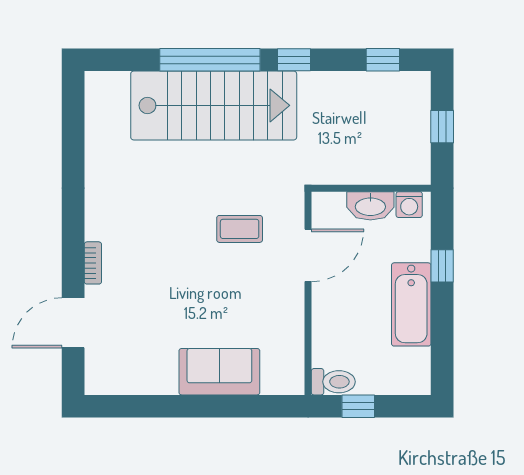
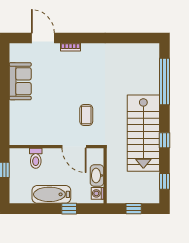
window: (210, 60) -> (164, 81), moved
stairs: (214, 105) -> (143, 133), moved
sofa: (219, 372) -> (20, 81), moved
toilet: (333, 382) -> (36, 158), moved

